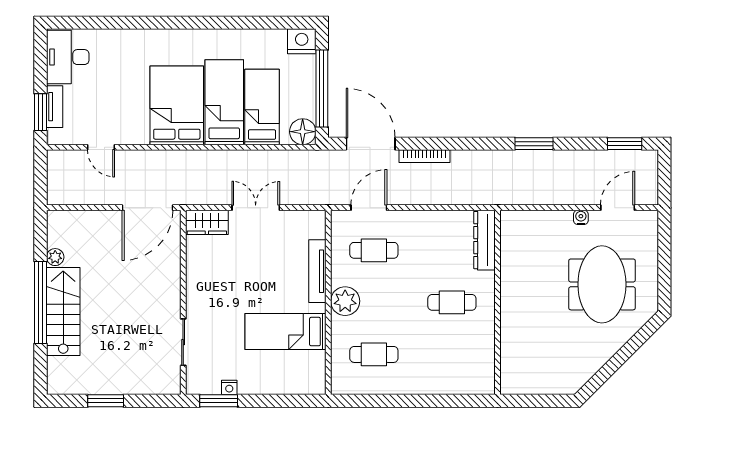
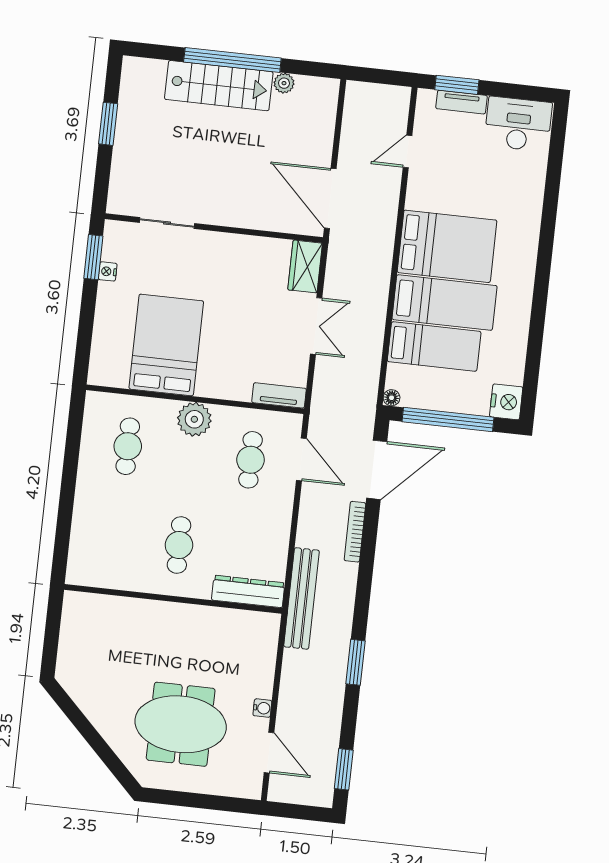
floor lamp: (303, 132) -> (392, 398), width x0.53, depth x0.53
bench: (485, 195) -> (301, 598), added
tv unit: (317, 271) -> (279, 395), moved, width x0.71
bed: (285, 332) -> (166, 345), width x1.50

